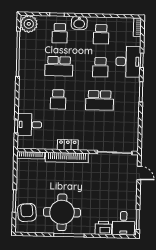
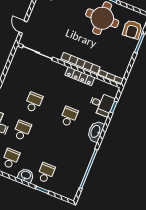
plant: (29, 24) -> (70, 191), removed
school desk: (59, 66) -> (57, 145), removed
washbasin: (25, 94) -> (96, 132), added
school desk: (100, 100) -> (34, 102), width x0.54
locker: (68, 145) -> (80, 76), width x1.53

